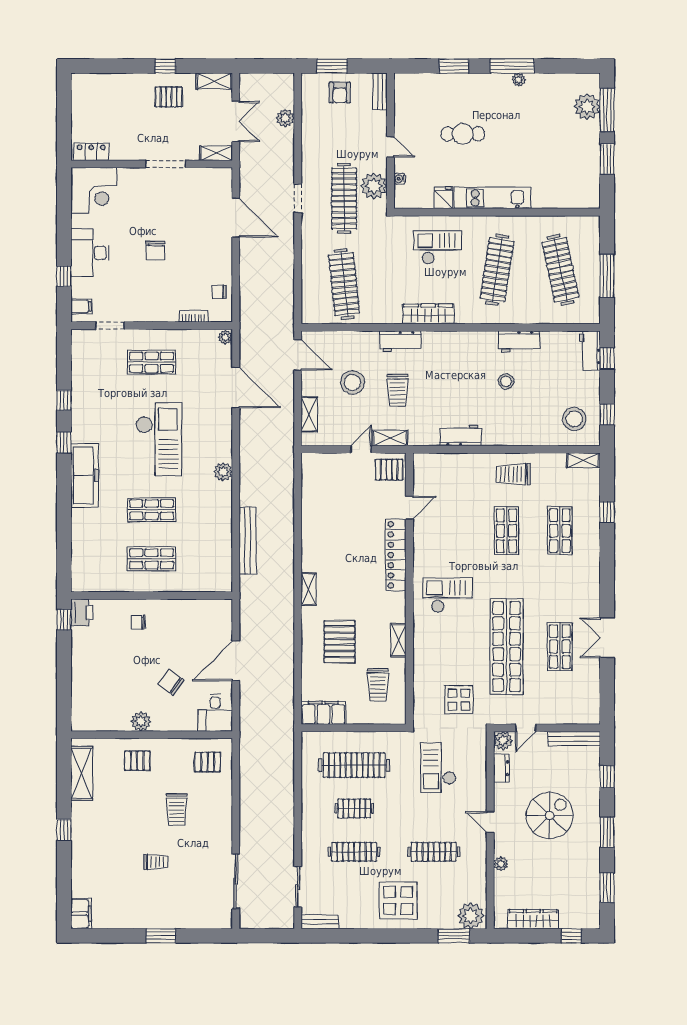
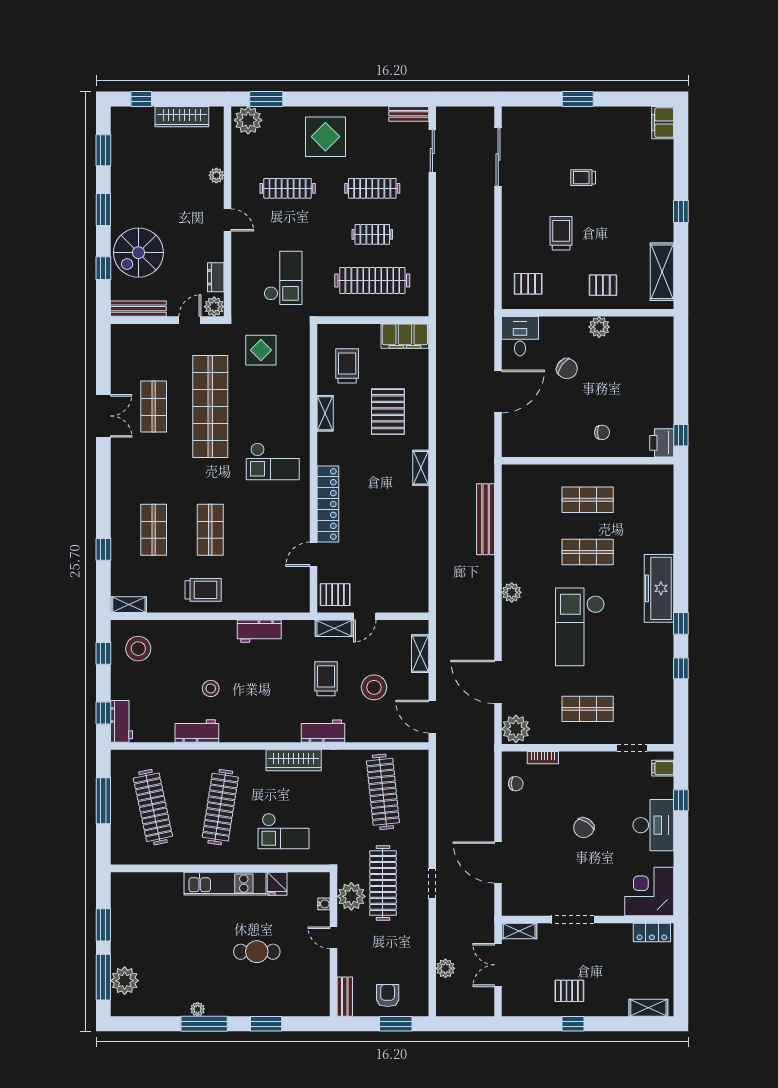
shelving: (214, 81) -> (648, 1008), moved
chair: (155, 250) -> (584, 828), turned -147
plant: (225, 337) -> (516, 729), width x1.88, depth x1.88
spiral stairs: (550, 815) -> (138, 253), moved

